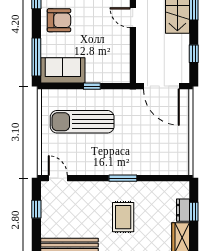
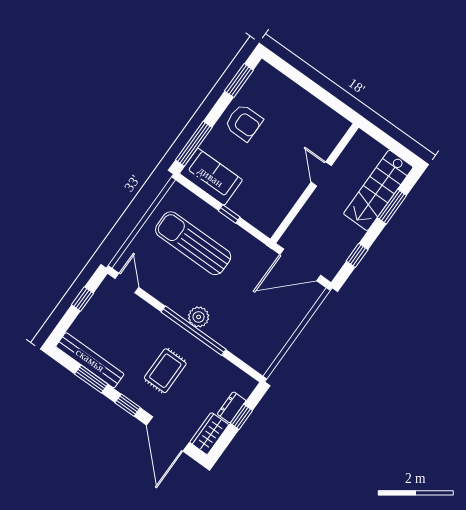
door: (161, 86) -> (300, 265), hinge flipped
plant: (120, 167) -> (199, 317), added
window: (123, 178) -> (194, 331), width x2.11

